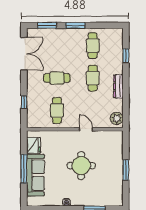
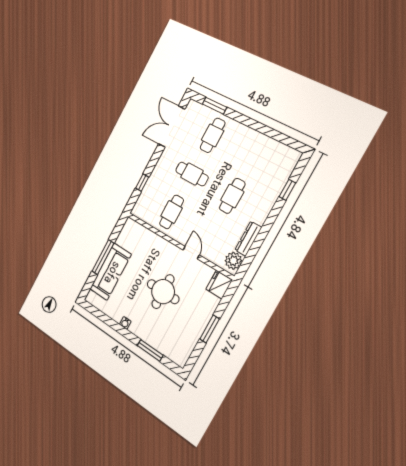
window: (75, 25) -> (247, 121), removed
cafe table: (93, 46) -> (213, 135), moved
double door: (24, 54) -> (172, 127), swing flipped
dresser: (118, 86) -> (248, 239), moved
fridge: (34, 145) -> (219, 285), moved, turned 180

